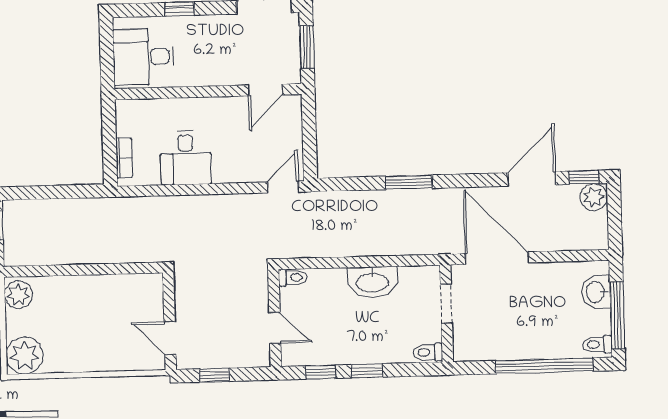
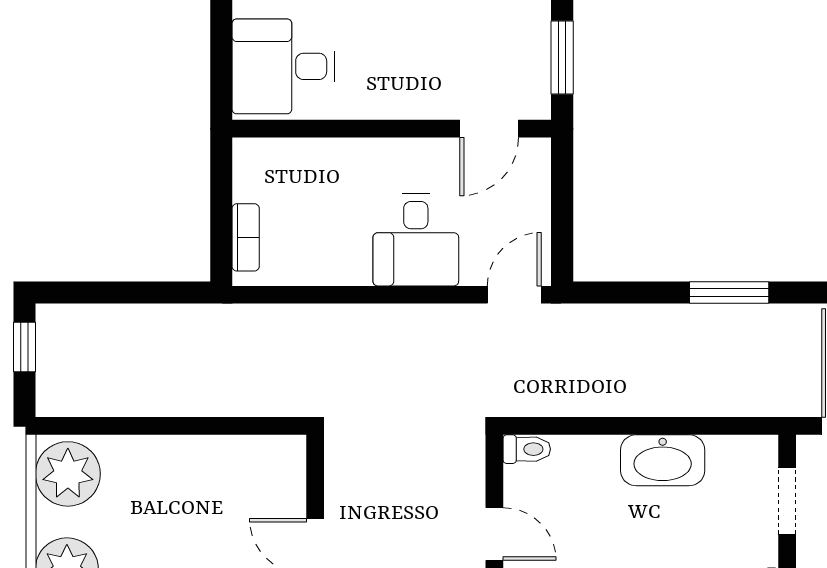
desk: (186, 158) -> (416, 240), moved
plant: (18, 295) -> (68, 474), width x1.36, depth x1.36

